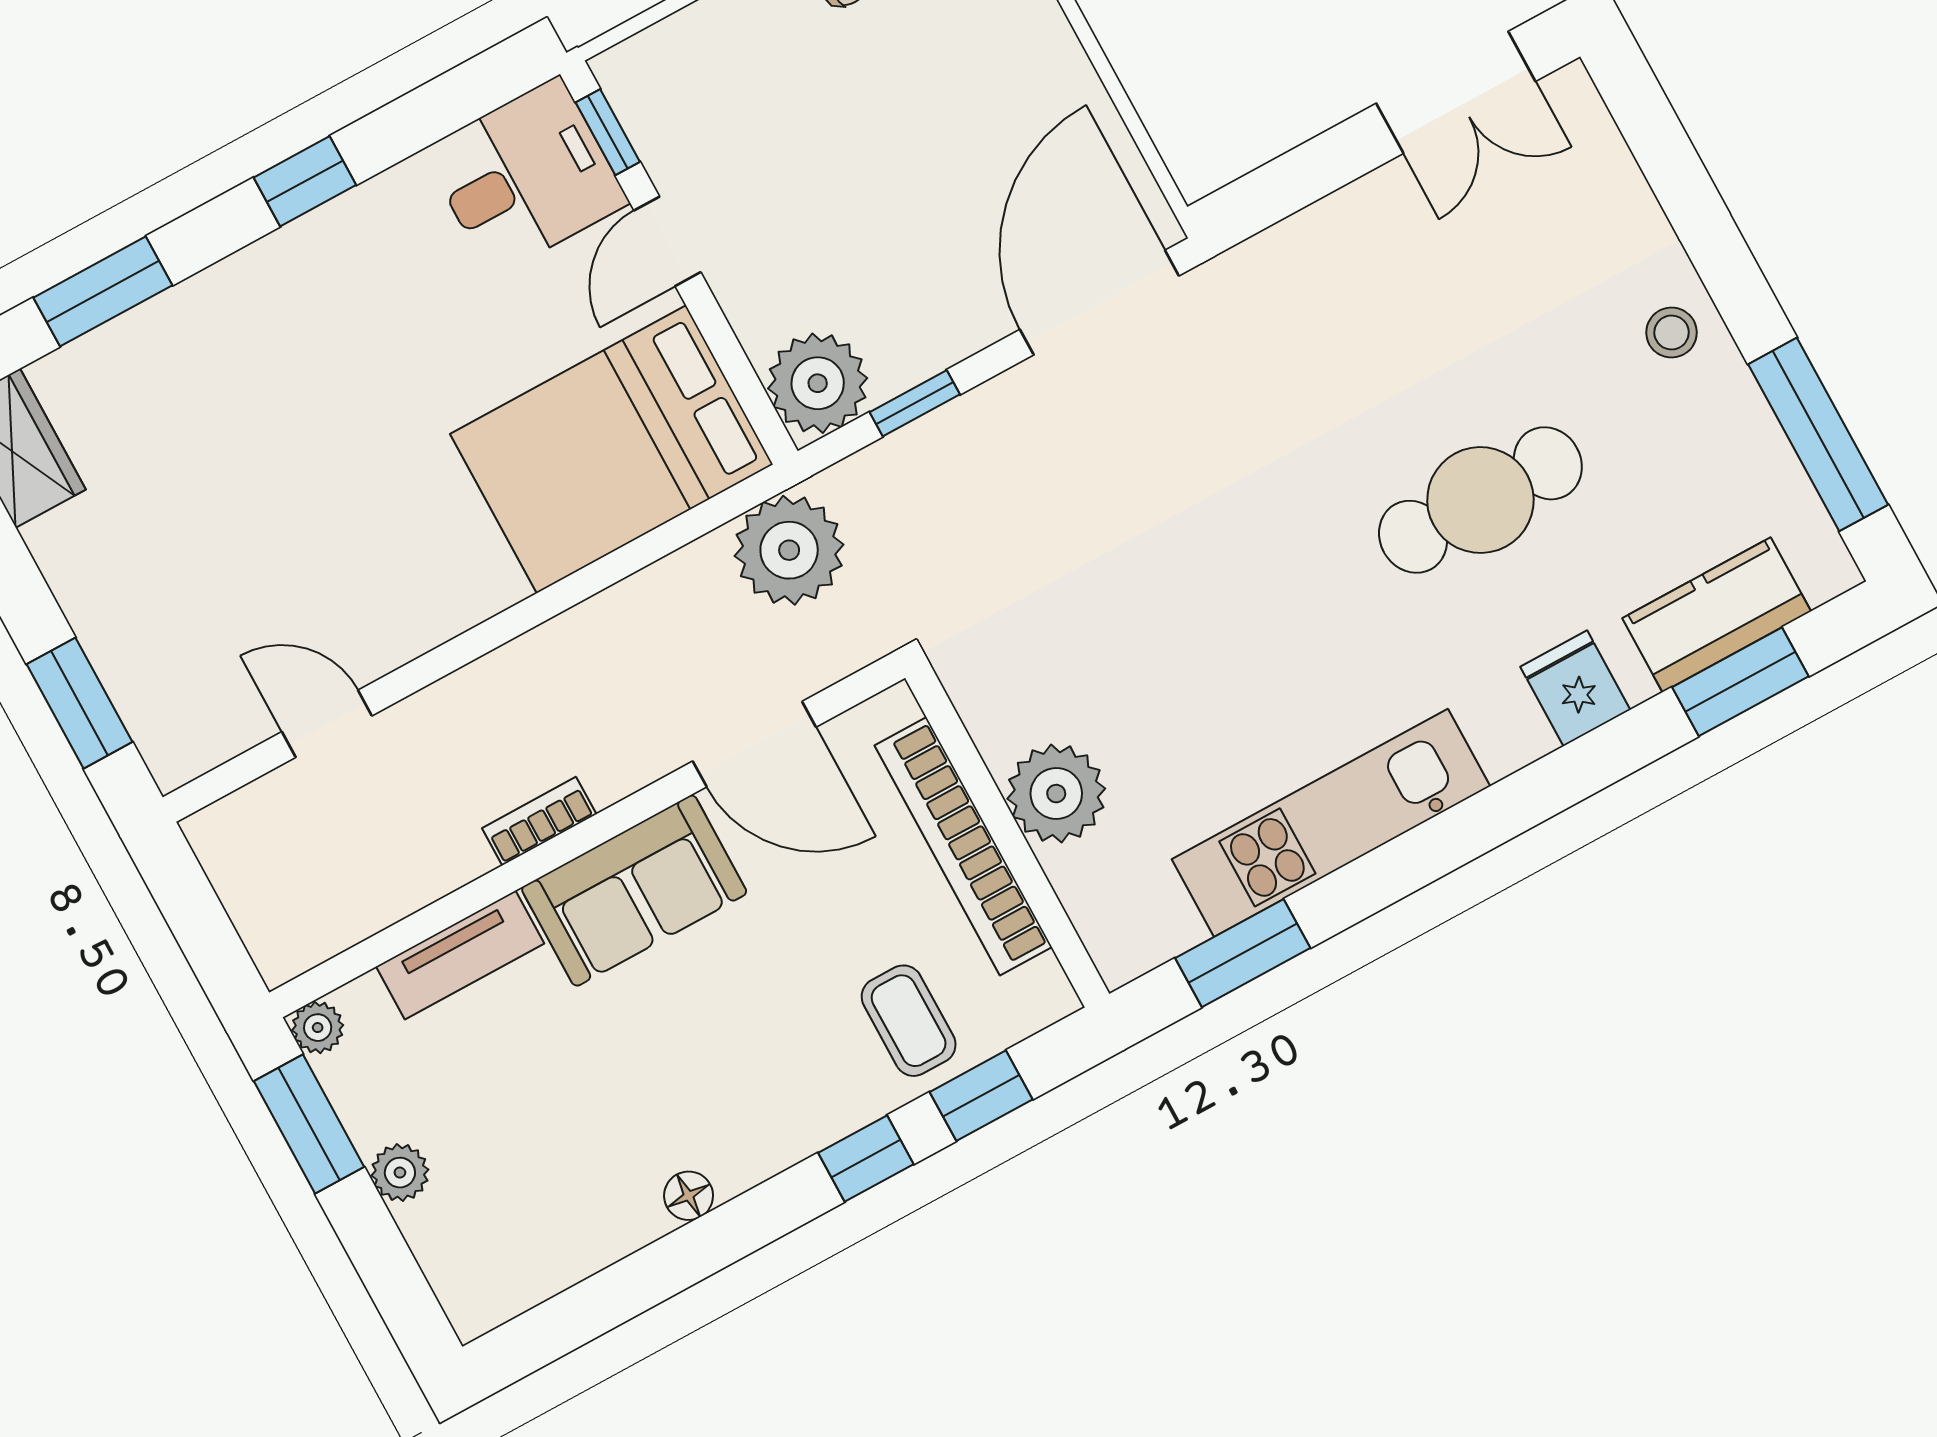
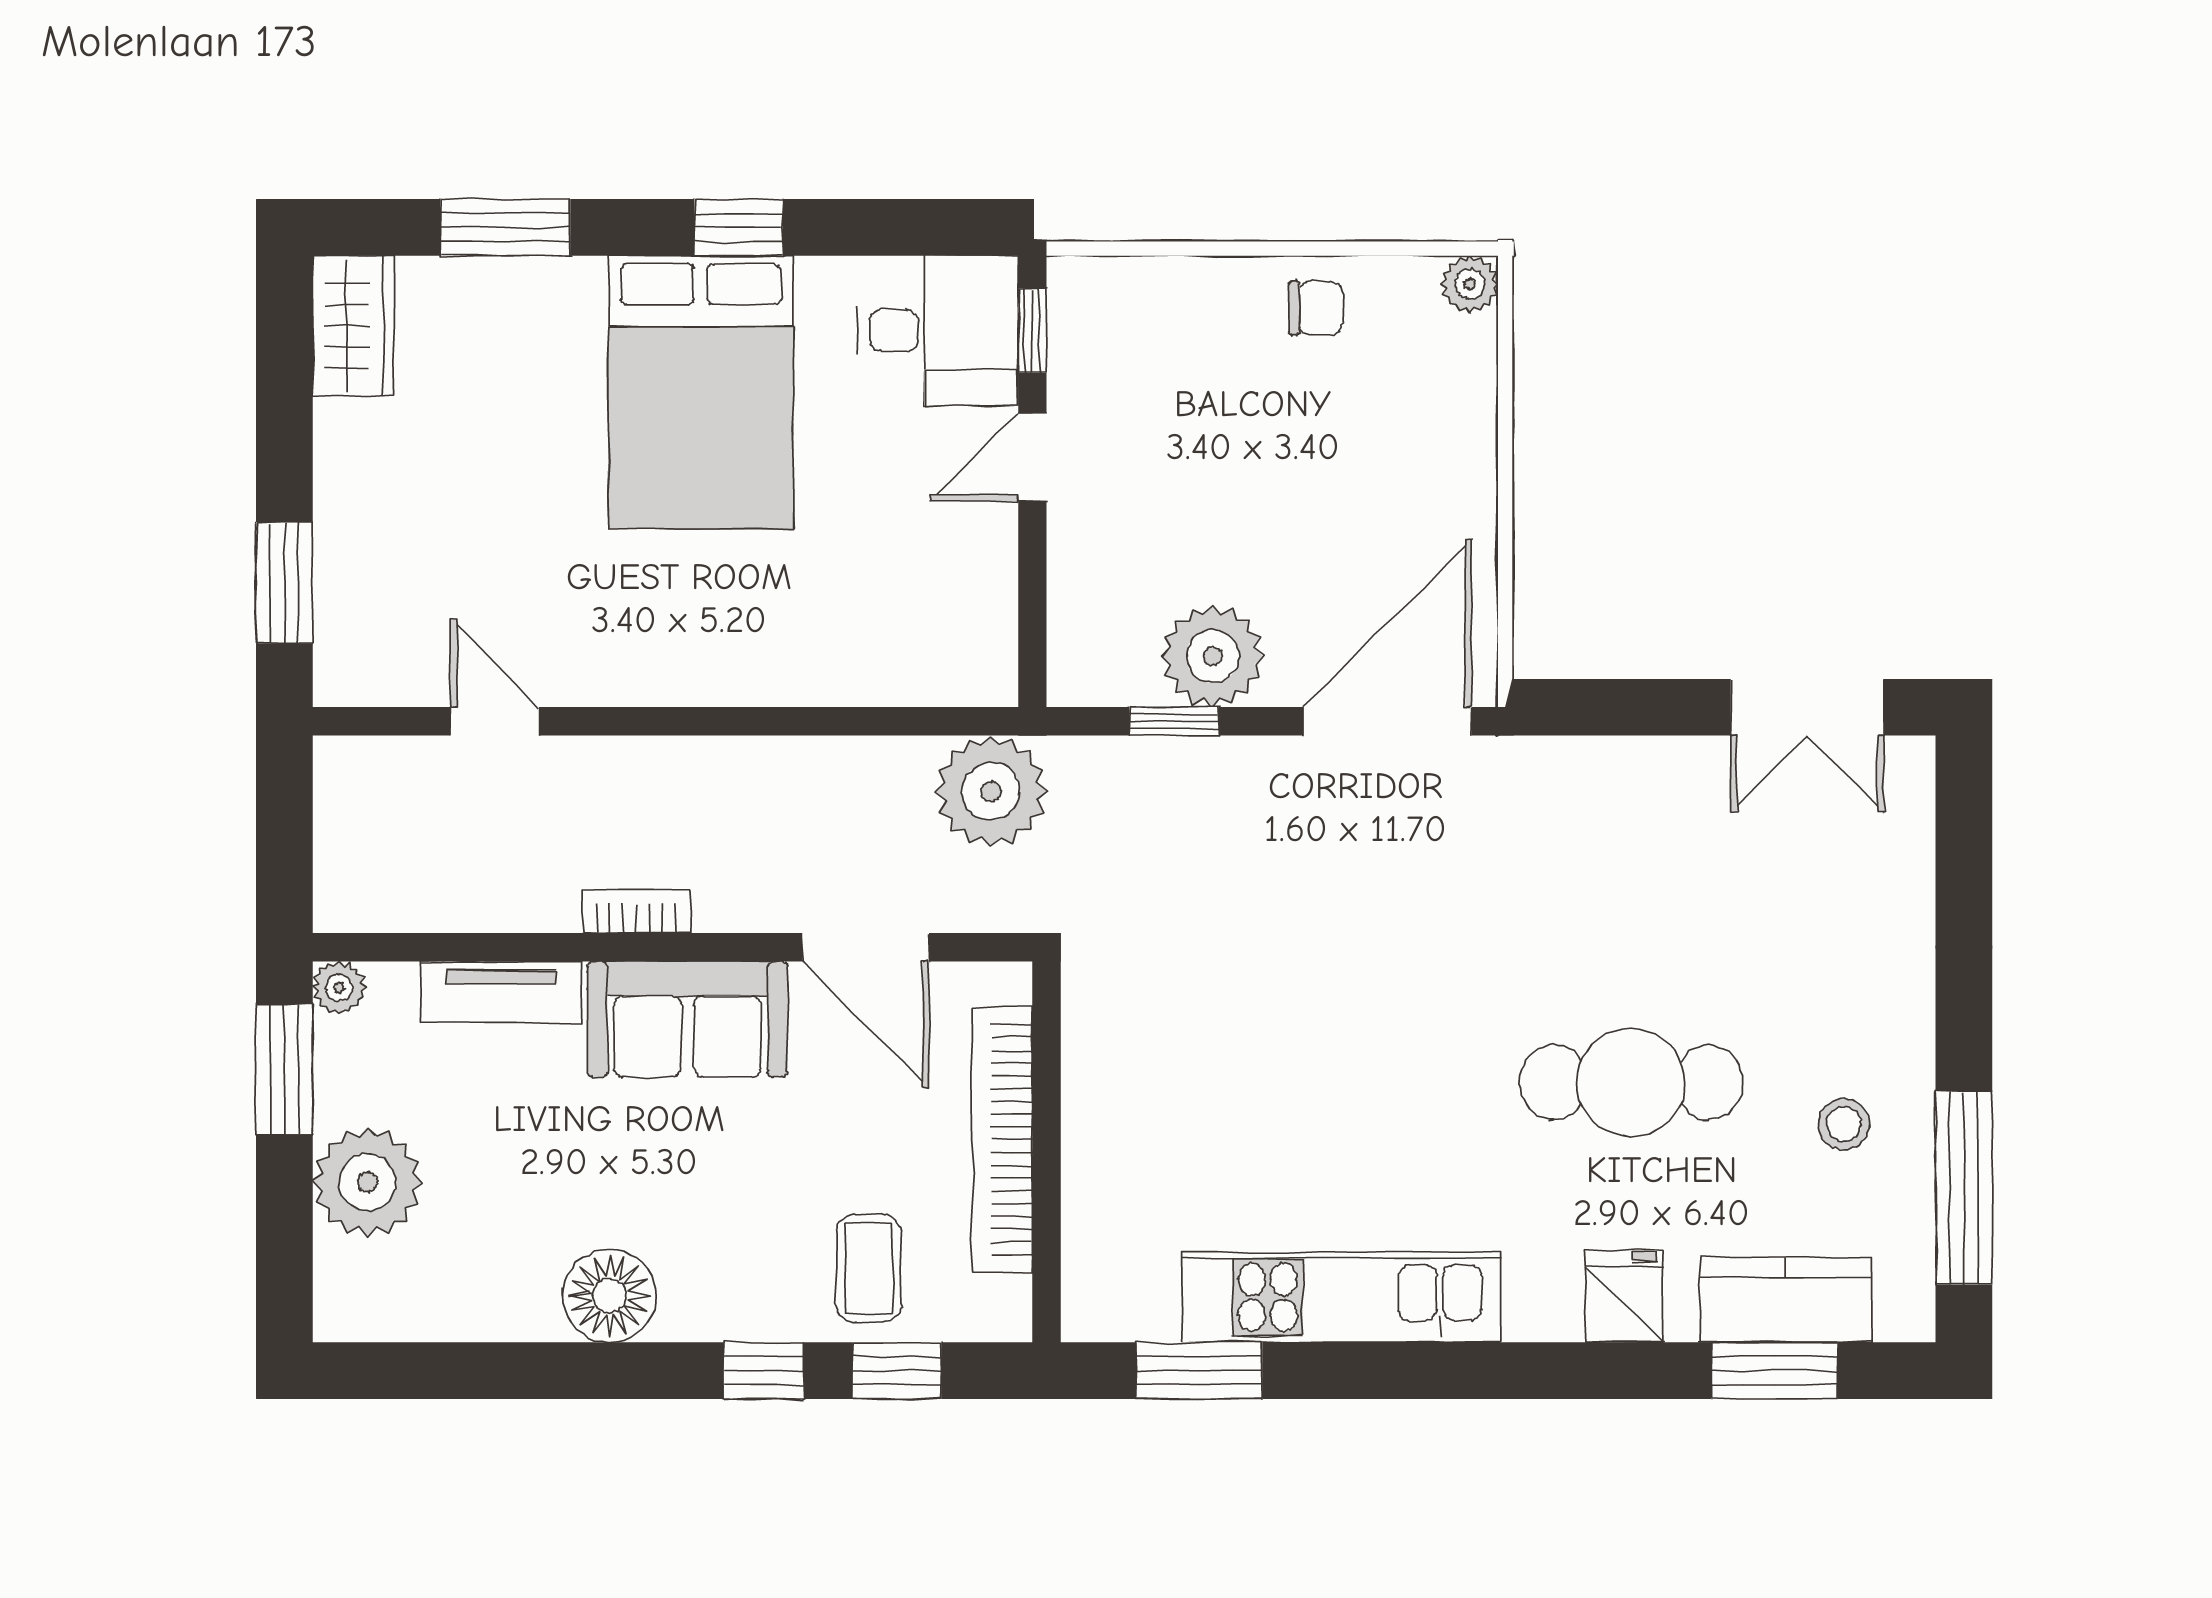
stool: (1672, 333) -> (1844, 1124), moved
plant: (818, 383) -> (1213, 656), moved
bed: (612, 449) -> (701, 392), moved, turned -90
plant: (1056, 794) -> (1111, 1138), removed
plant: (400, 1173) -> (367, 1182), width x1.88, depth x1.88
floor lamp: (689, 1196) -> (610, 1296), width x1.89, depth x1.89

